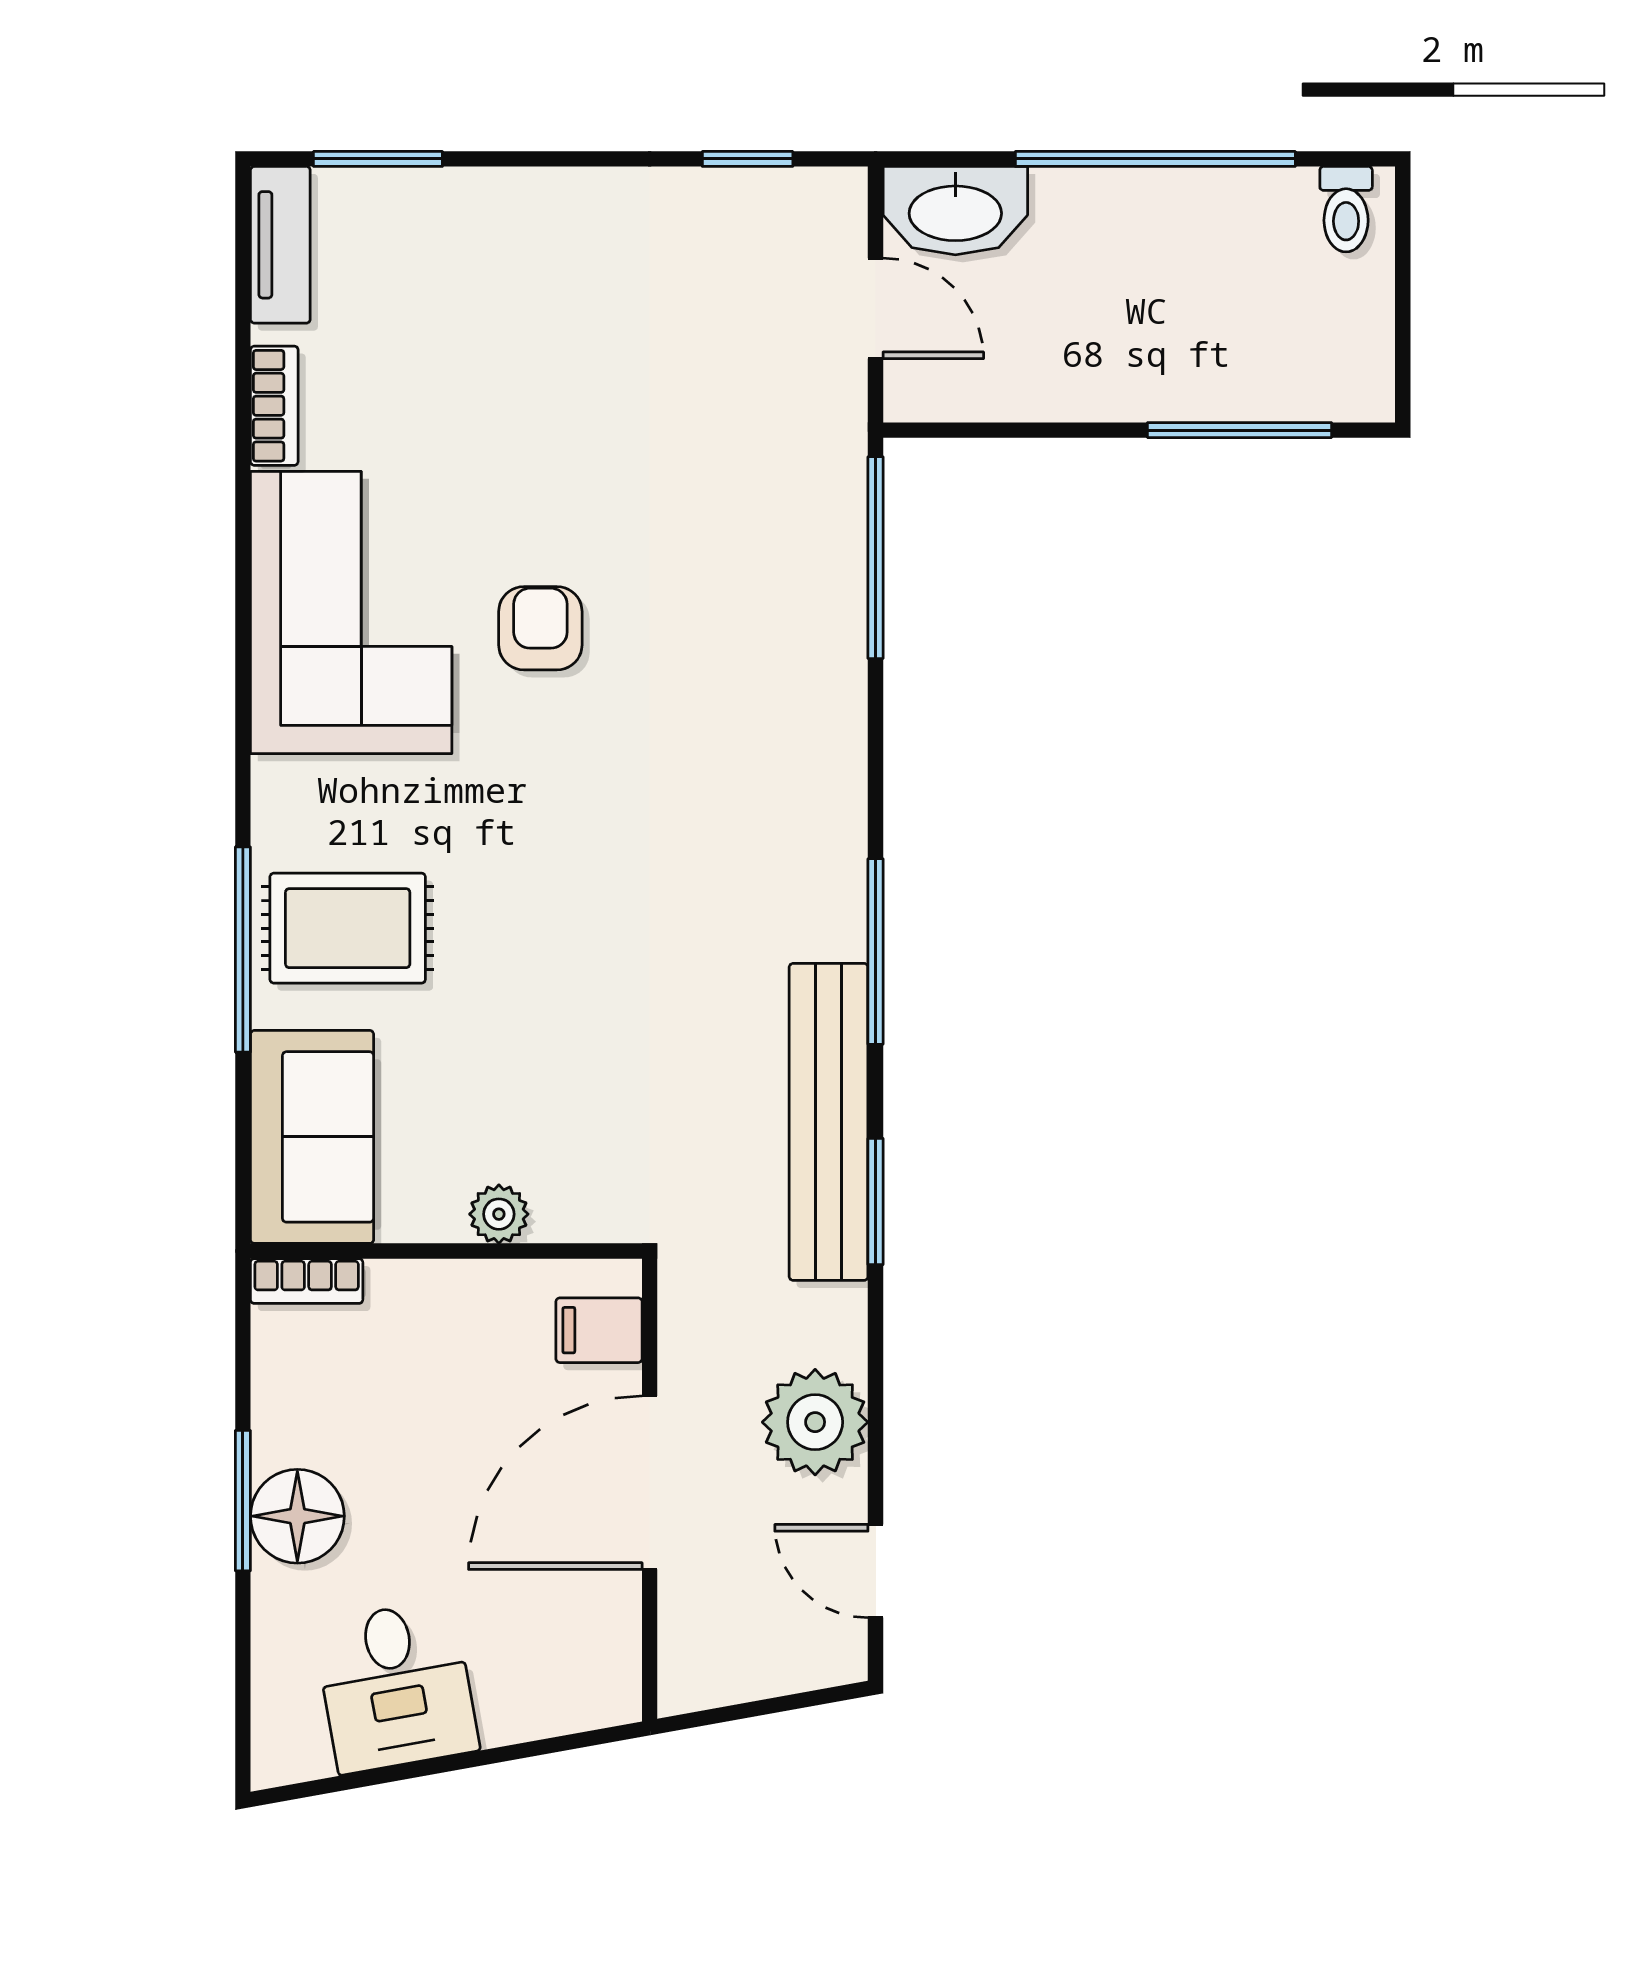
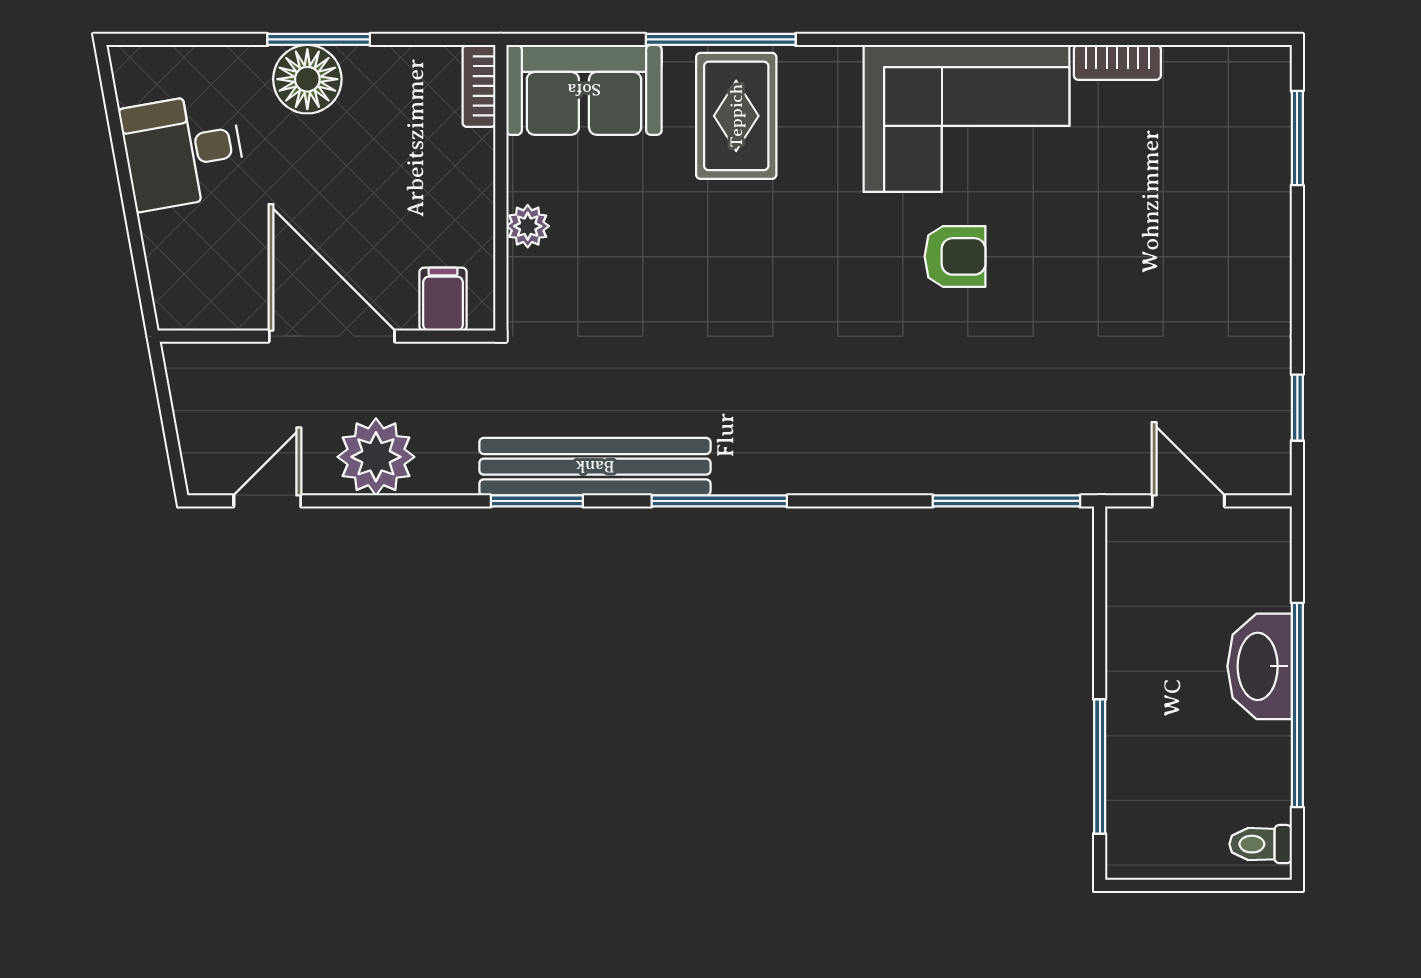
washbasin: (955, 211) -> (1260, 666), moved
tv unit: (280, 245) -> (1235, 67), removed
door: (876, 308) -> (1188, 501), swing flipped

